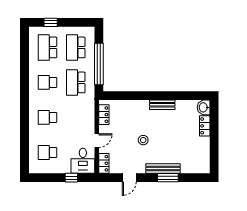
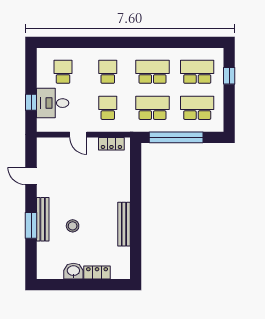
school desk: (48, 82) -> (152, 72), width x1.85
bench: (162, 105) -> (124, 224), width x1.36
washbasin: (204, 107) -> (73, 271), moved
school desk: (76, 117) -> (108, 108), added
stool: (143, 140) -> (73, 226), moved
desk: (83, 161) -> (53, 103), moved
locker: (104, 163) -> (49, 144), removed

